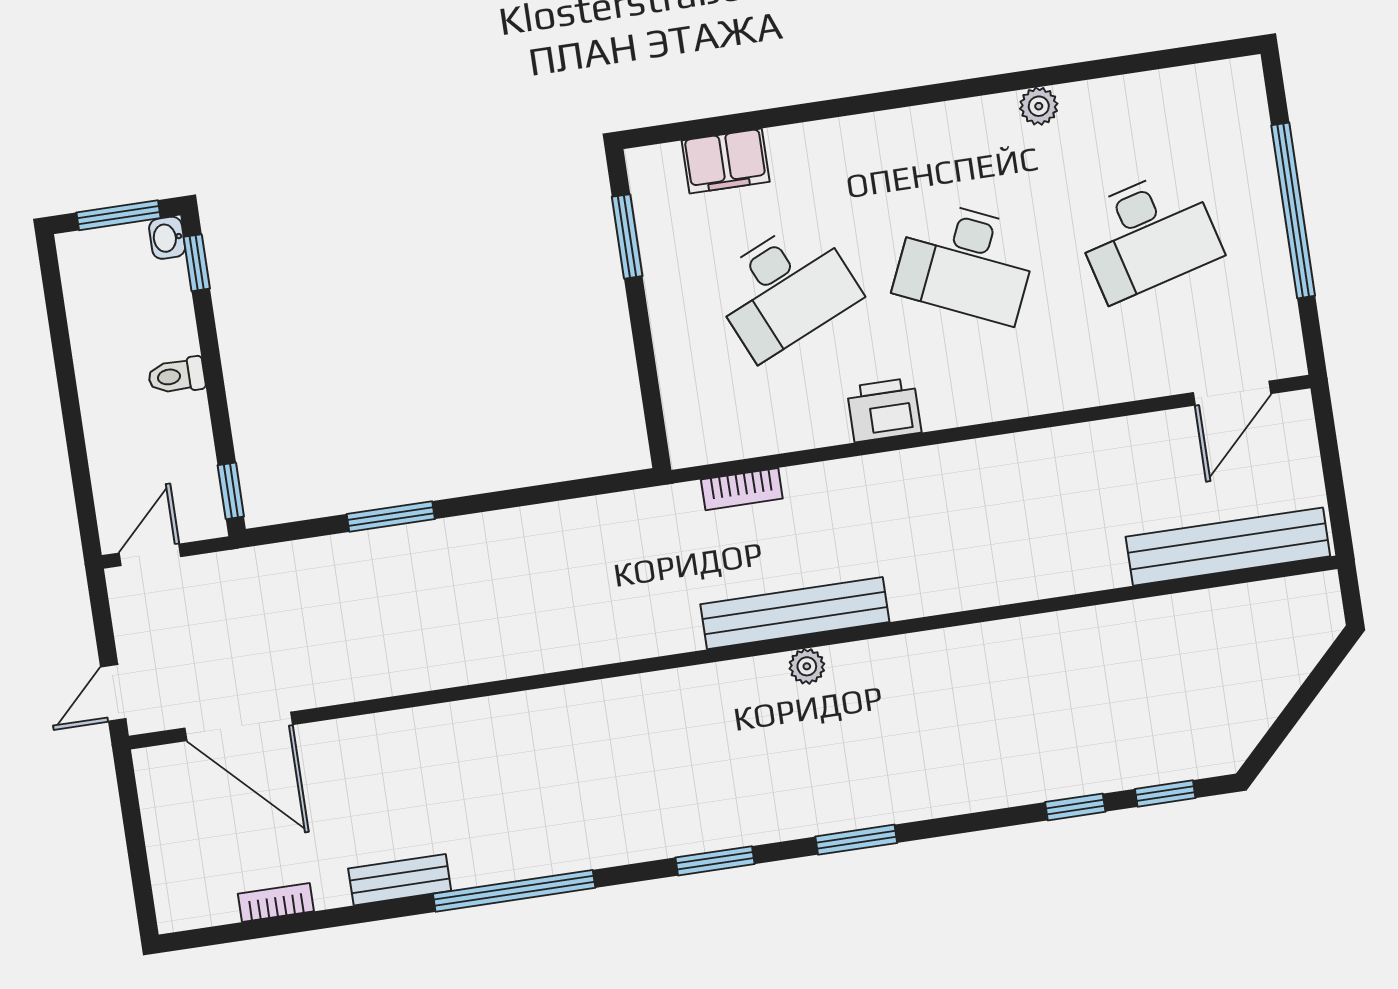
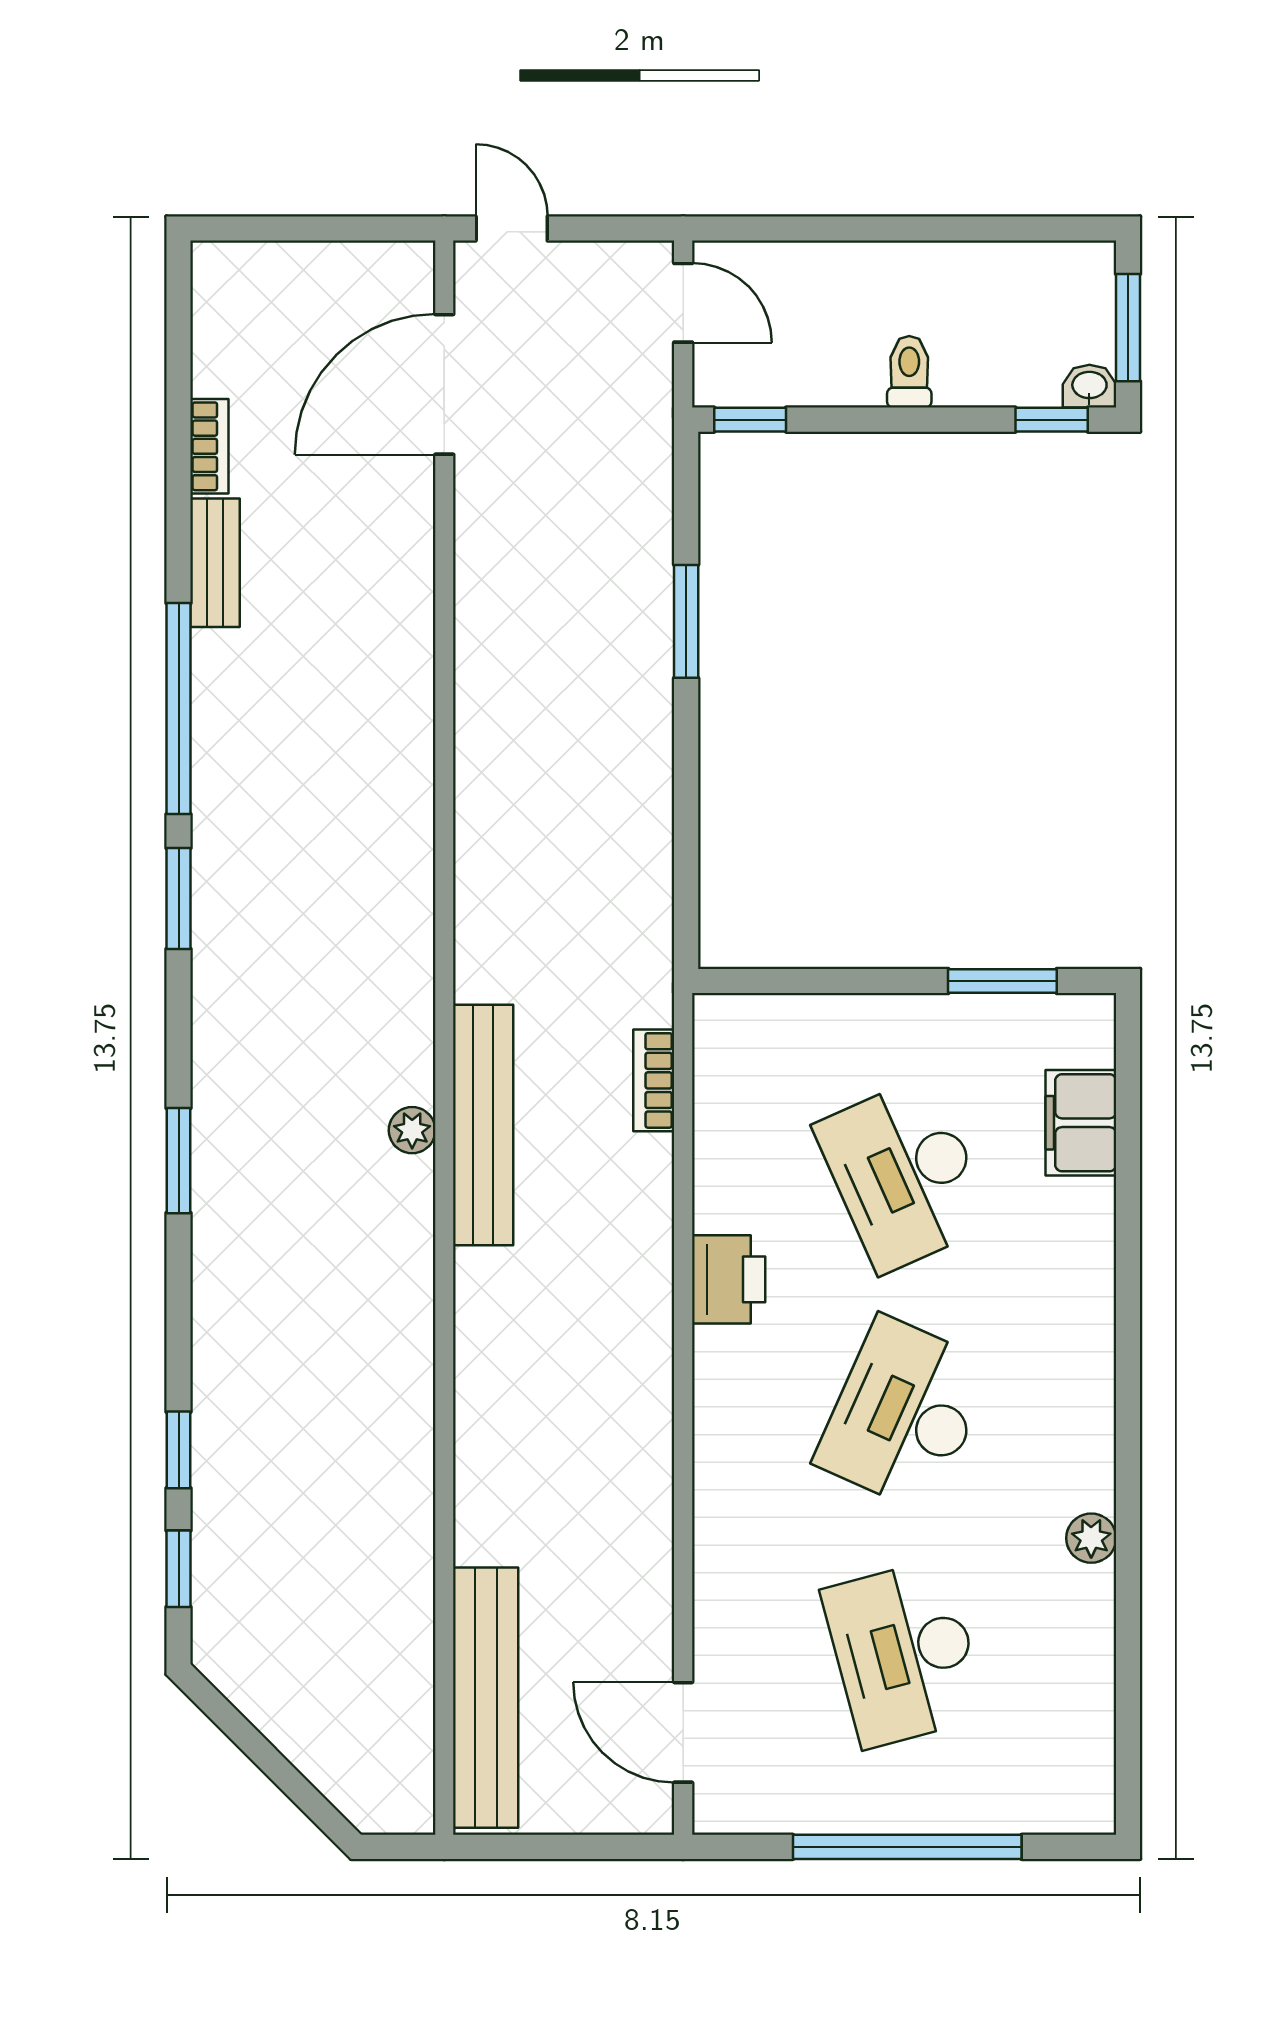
window: (715, 861) -> (179, 899), moved
bookcase: (276, 903) -> (209, 446), moved

